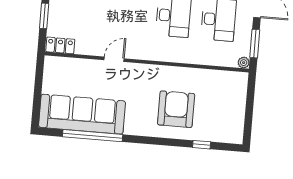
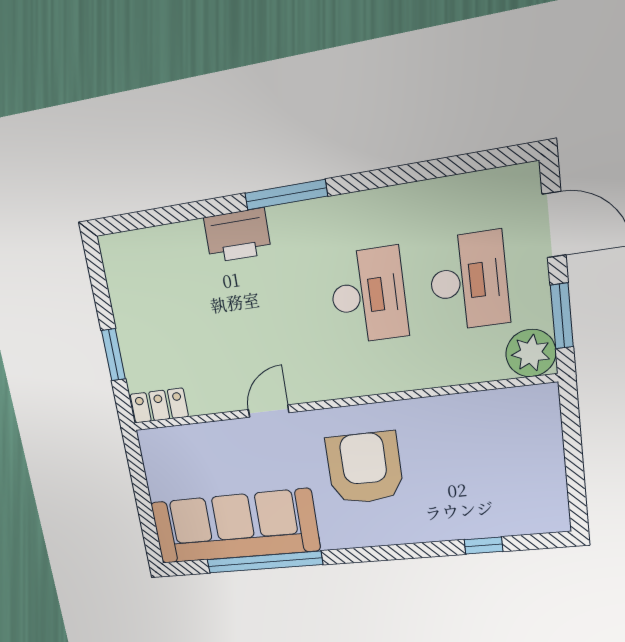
plant: (244, 63) -> (531, 353), width x1.88, depth x1.88
armchair: (176, 109) -> (364, 468), moved

